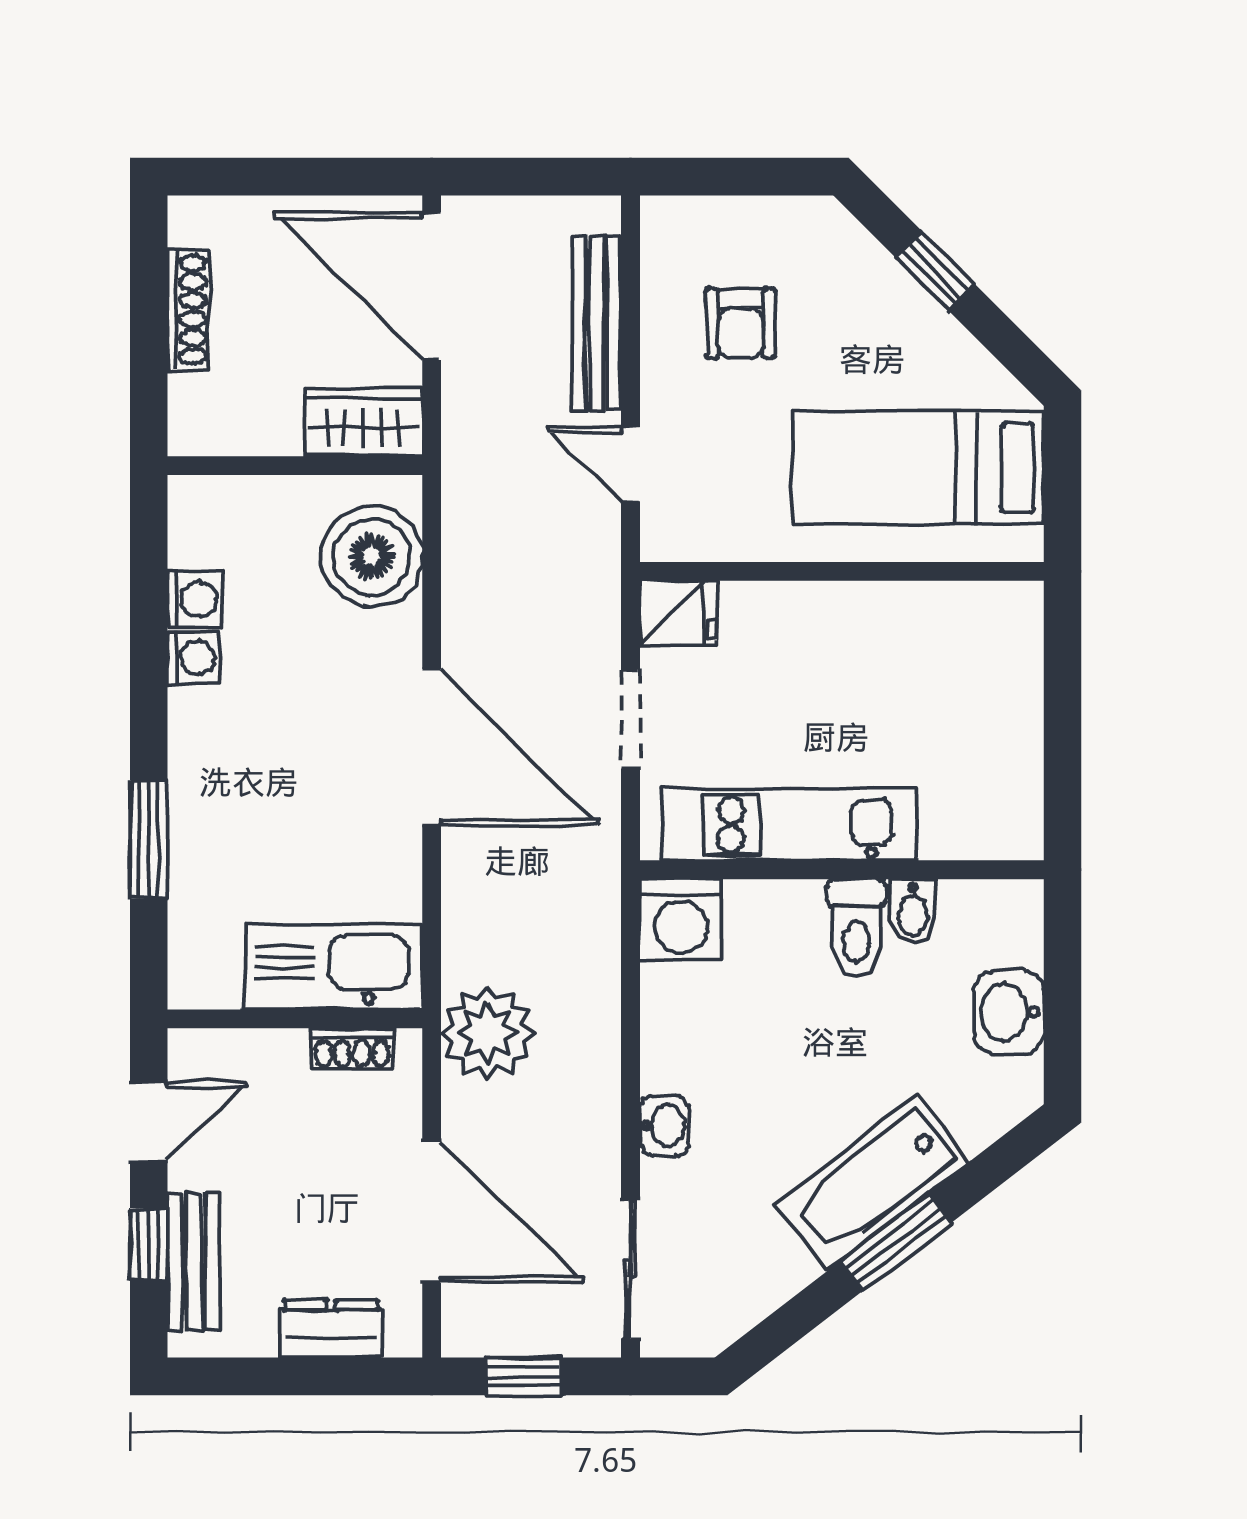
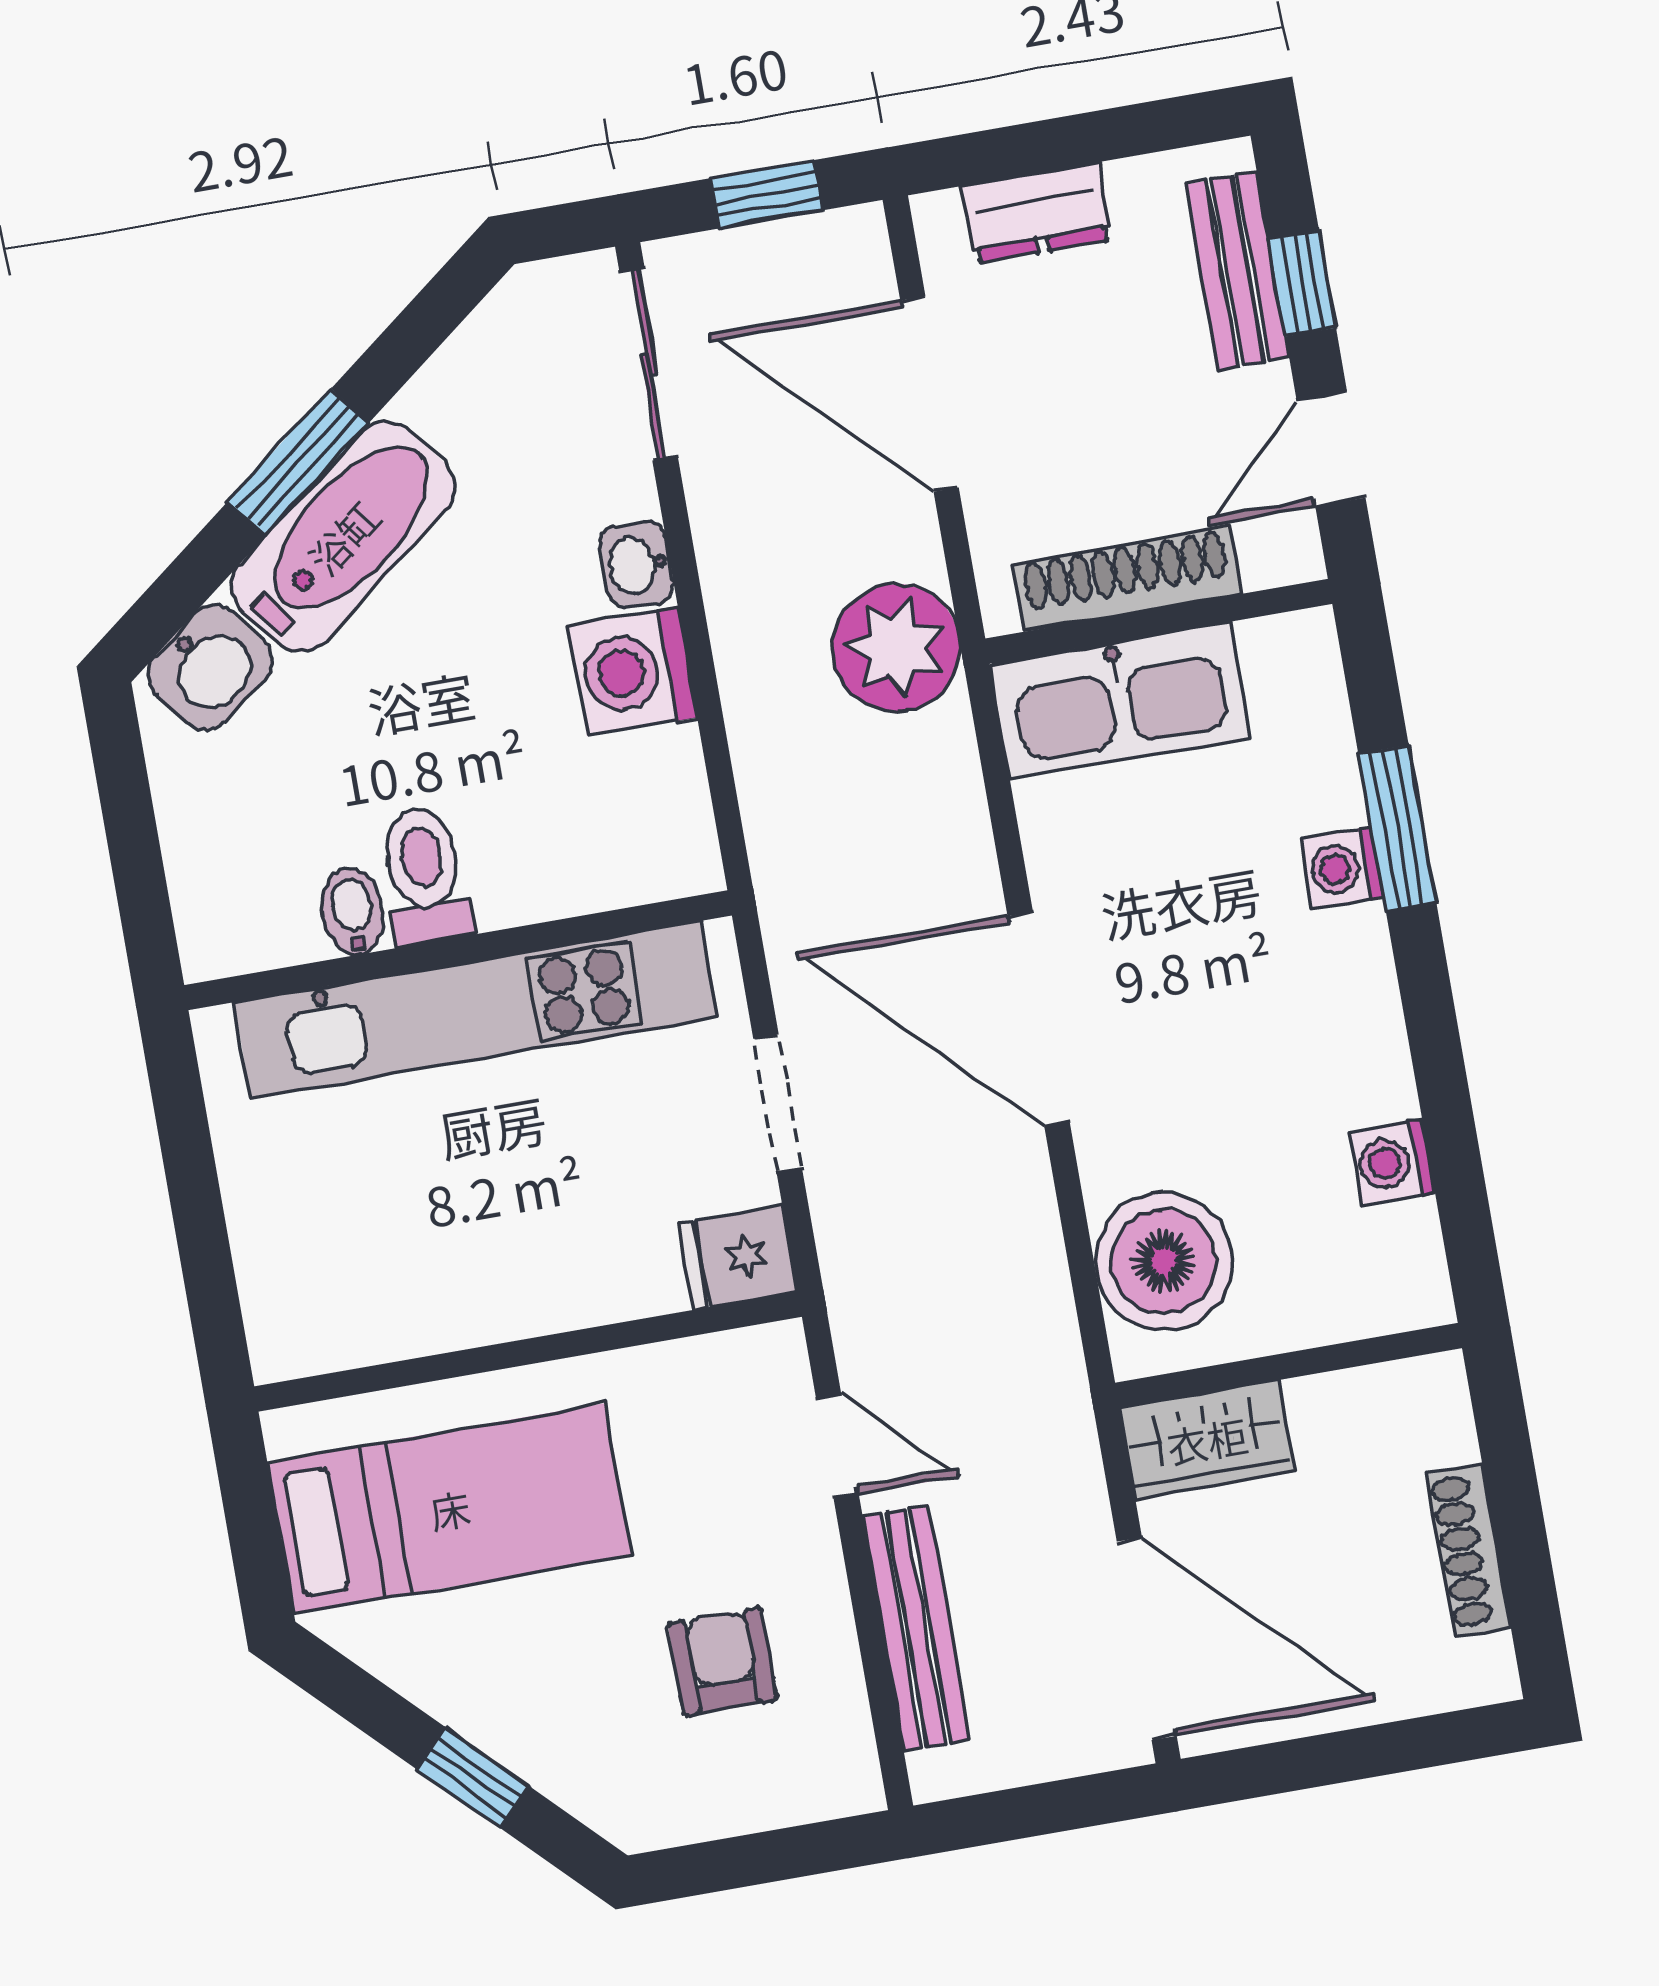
washing machine: (194, 658) -> (1342, 868), moved
kitchen unit: (790, 824) -> (476, 1010), width x1.36
washing machine: (681, 920) -> (632, 672), moved, turned -90
washbasin: (1009, 1012) -> (210, 667), moved, turned 52
shoe rack: (352, 1049) -> (1127, 579), width x1.94, depth x1.24

